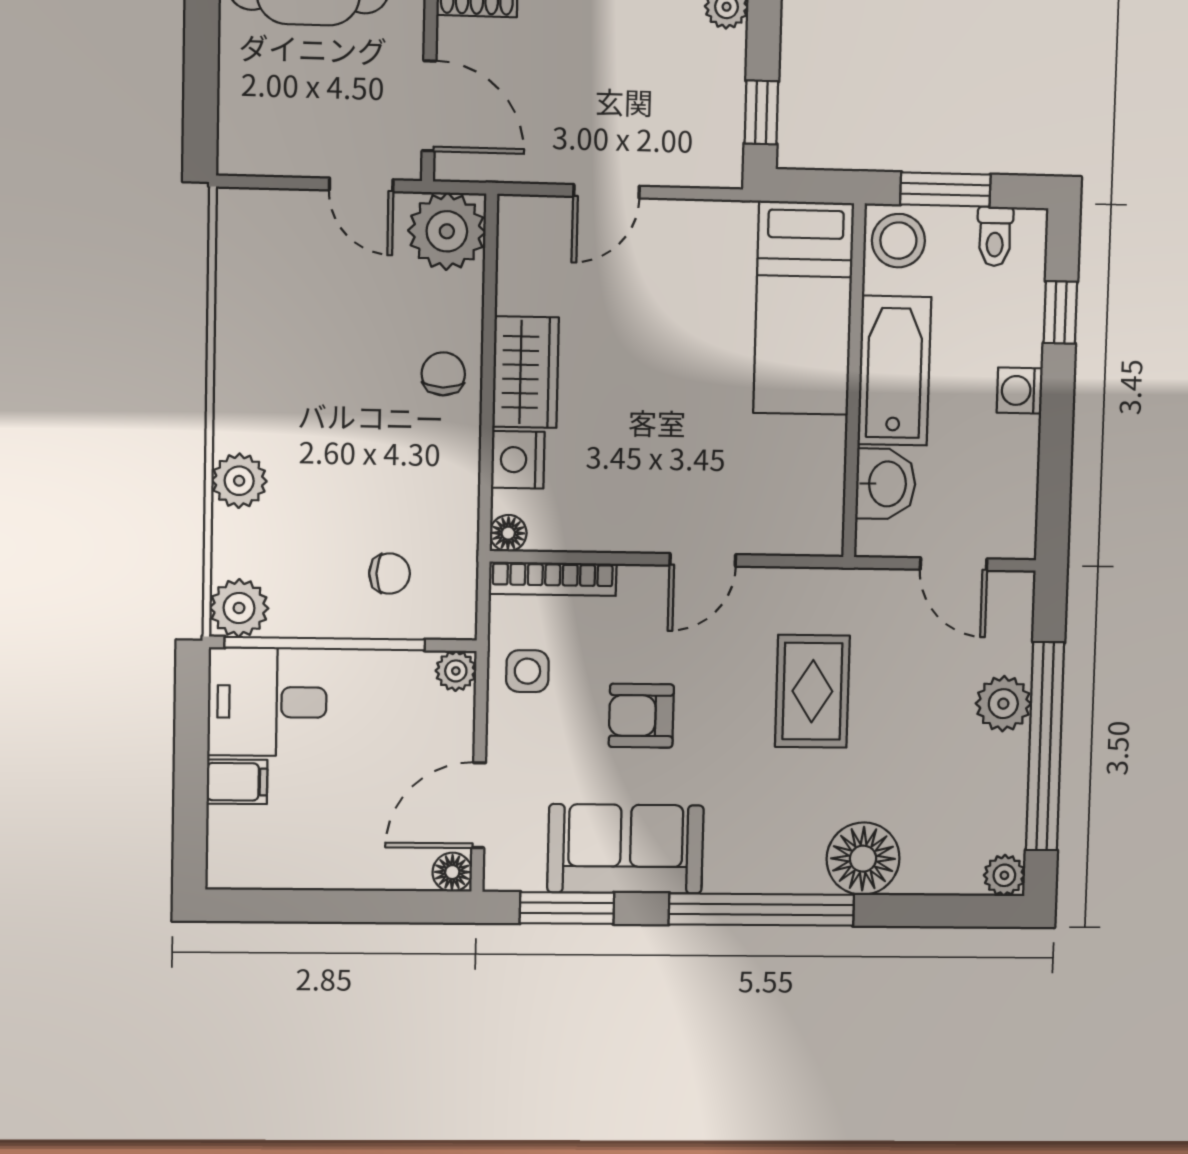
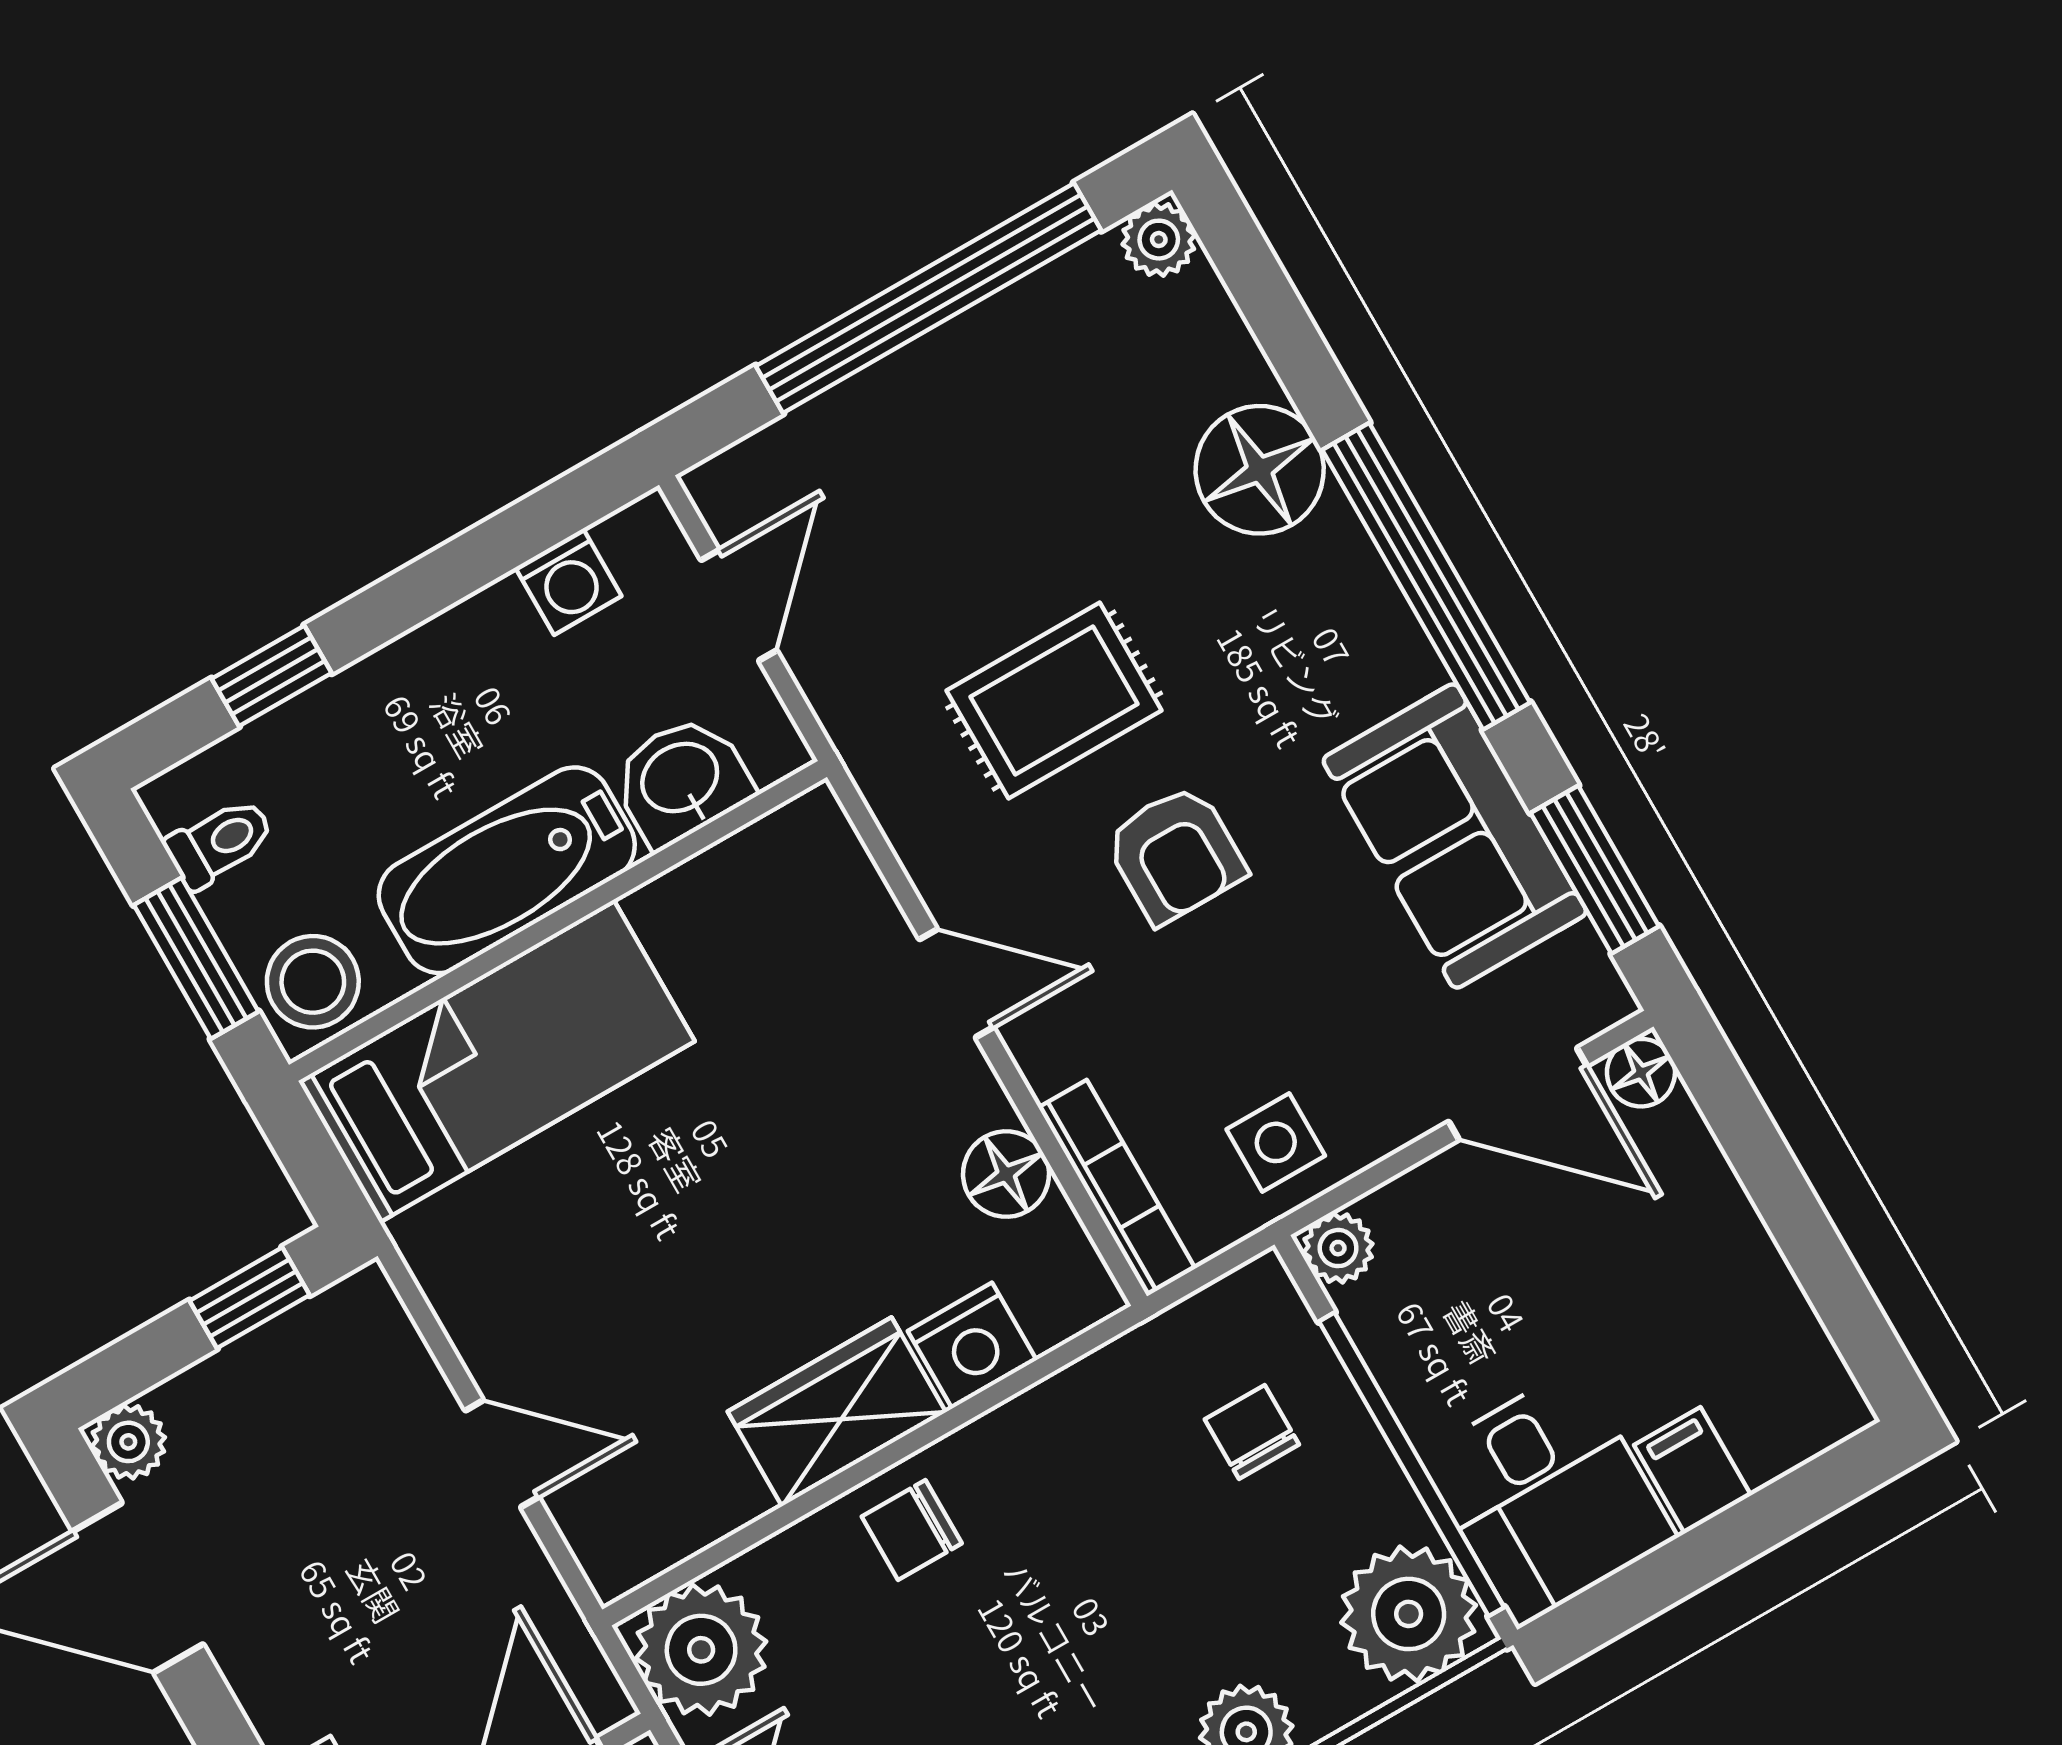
washing machine: (1020, 391) -> (568, 582), moved
floor lamp: (508, 533) -> (1006, 1174), moved, width x1.37, depth x1.37
plant: (239, 608) -> (1409, 1614), width x1.36, depth x1.36
plant: (1003, 704) -> (902, 401), removed
armchair: (641, 716) -> (1175, 854), moved

